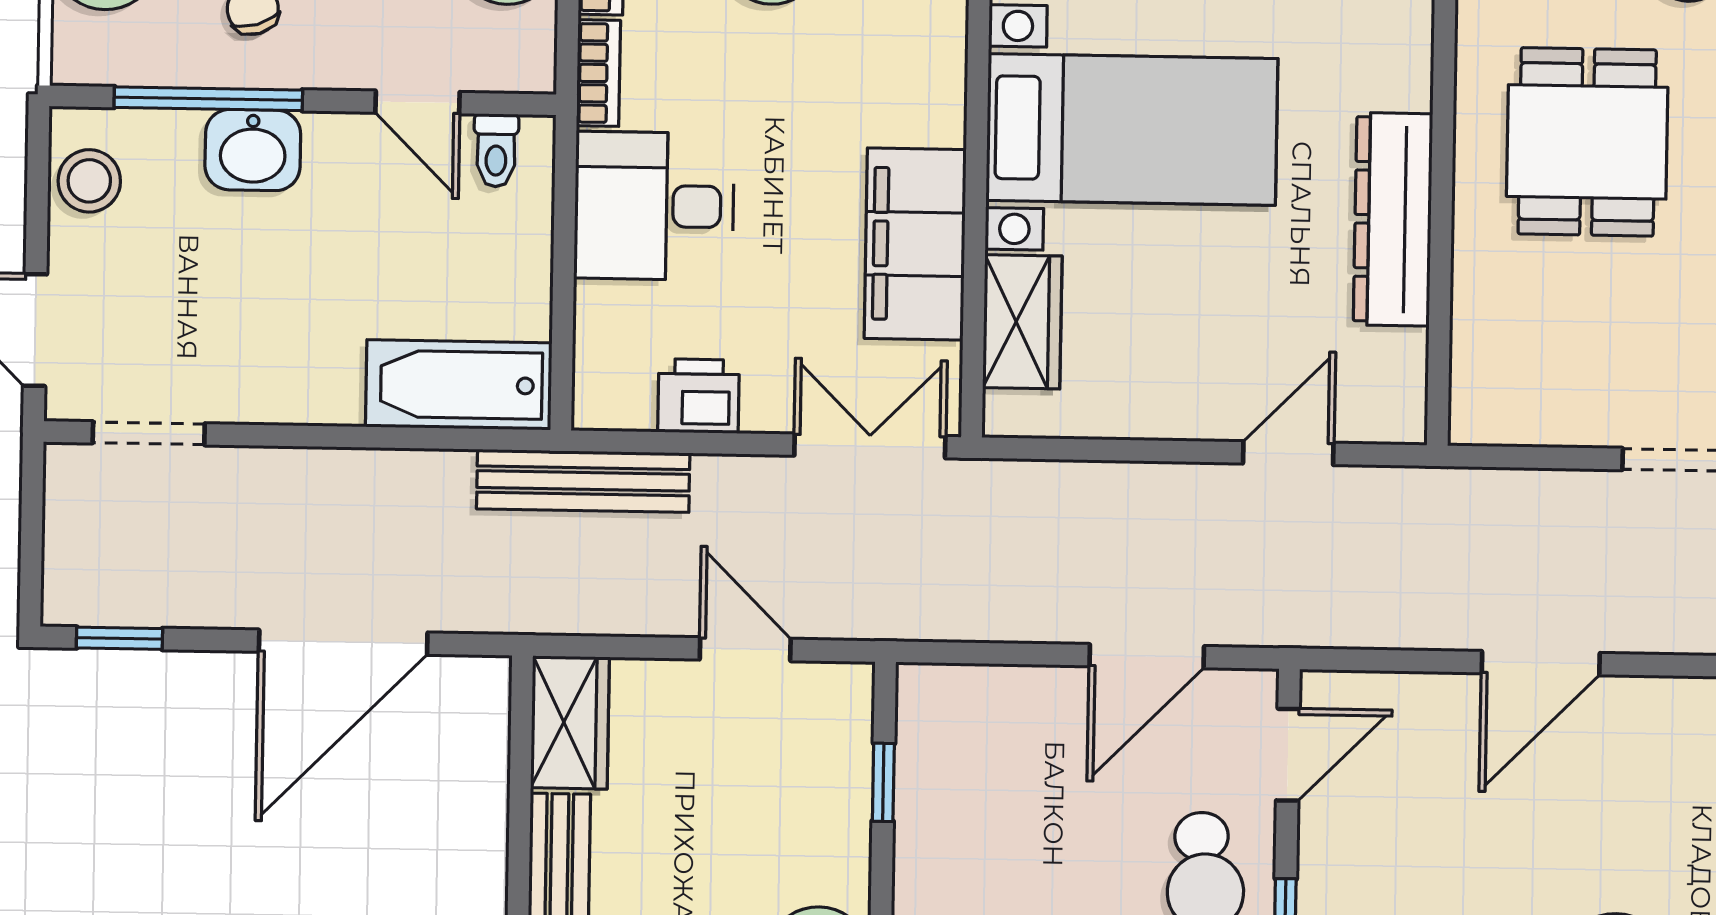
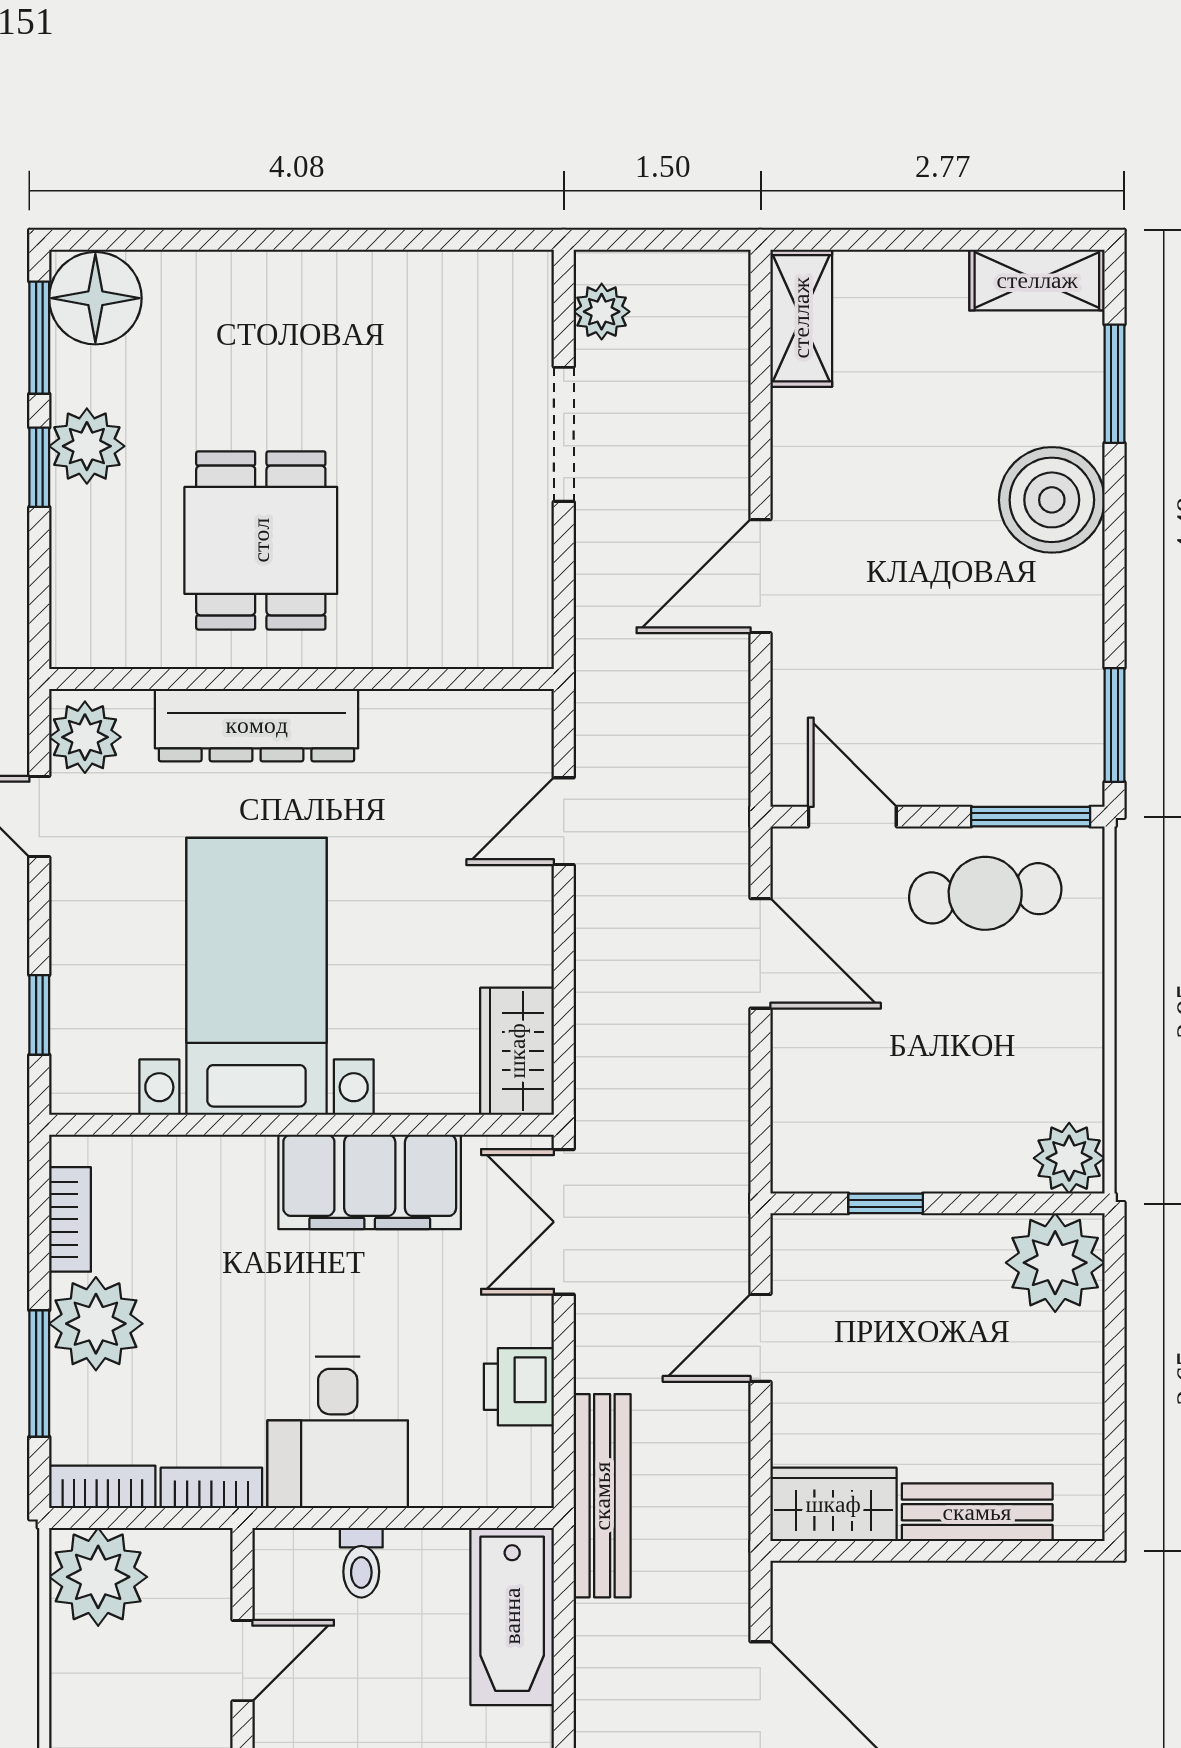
dining table: (1587, 142) -> (261, 540), turned 90
toilet: (496, 150) -> (361, 1563), moved, turned 90
dresser: (1393, 219) -> (257, 725), moved
wardrobe: (1022, 322) -> (517, 1051), moved, turned -90
door: (1288, 453) -> (564, 821), hinge flipped
door: (1541, 663) -> (760, 576), swing flipped

